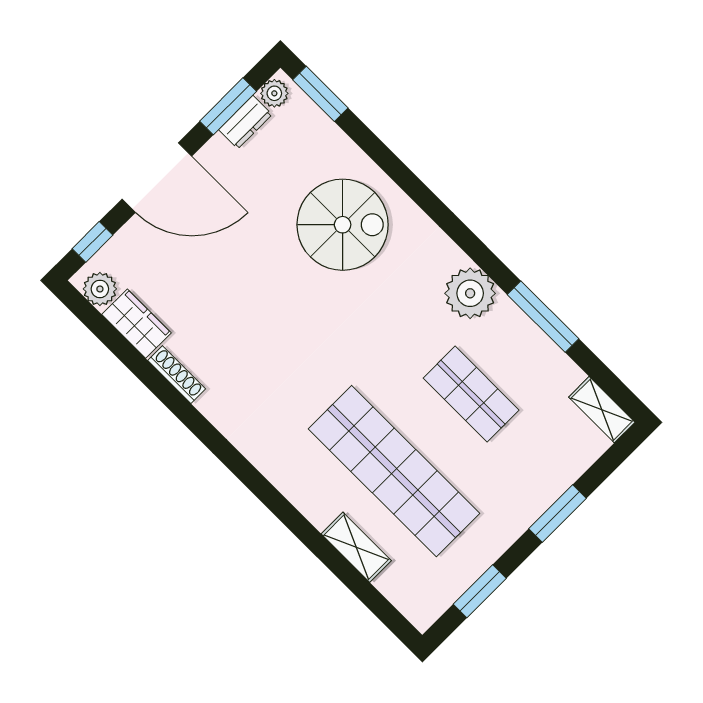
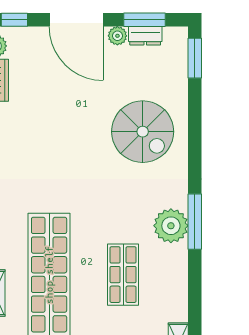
plant: (274, 93) -> (117, 36), moved
window: (543, 317) -> (195, 222), moved

